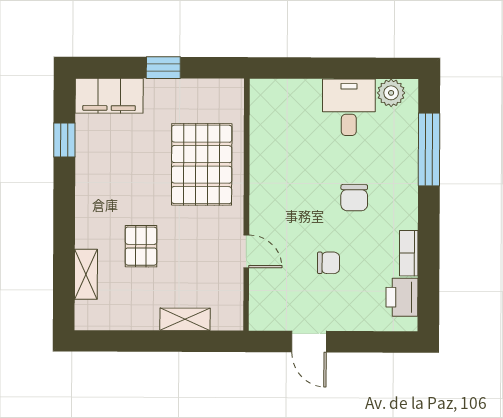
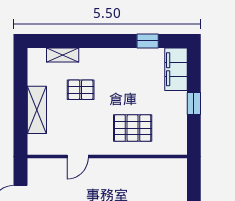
pallet: (202, 164) -> (133, 128), width x0.73, depth x0.71
shelving: (185, 319) -> (37, 110), width x1.50, depth x1.33

